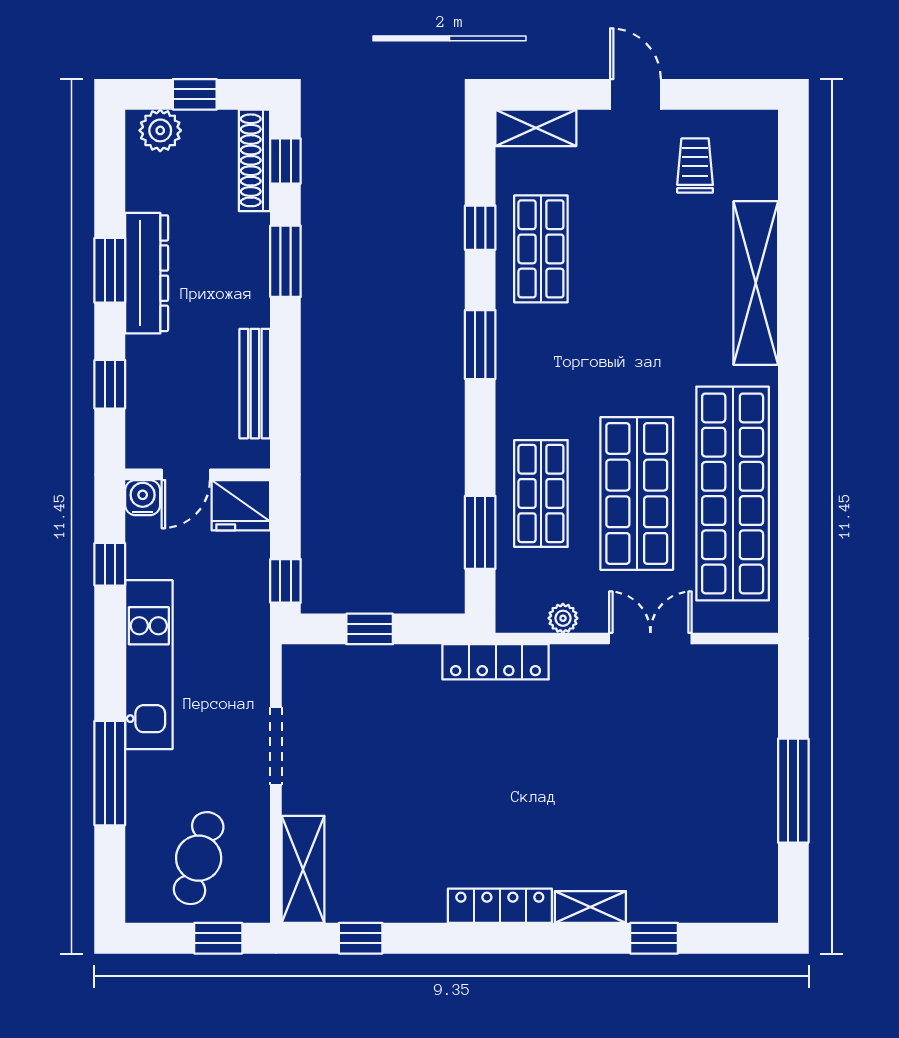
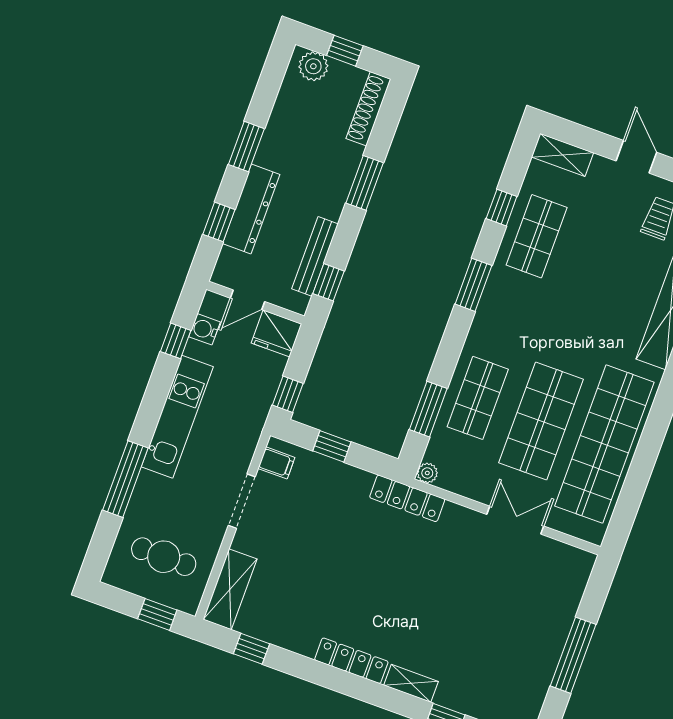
window: (285, 161) -> (328, 282), moved
dresser: (147, 273) -> (251, 209), moved
water cooler: (143, 498) -> (204, 329), moved, turned -90
plant: (563, 618) -> (427, 473), moved
filing cabinet: (304, 678) -> (276, 463), added
cafe table: (199, 858) -> (164, 557), turned 74

